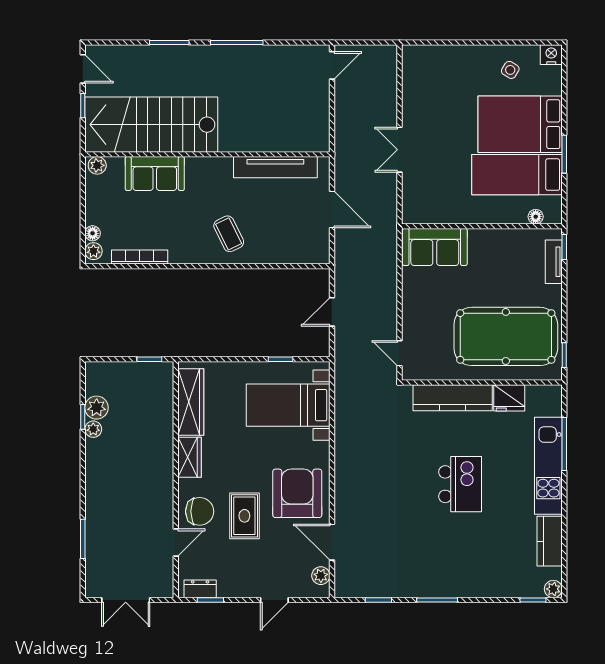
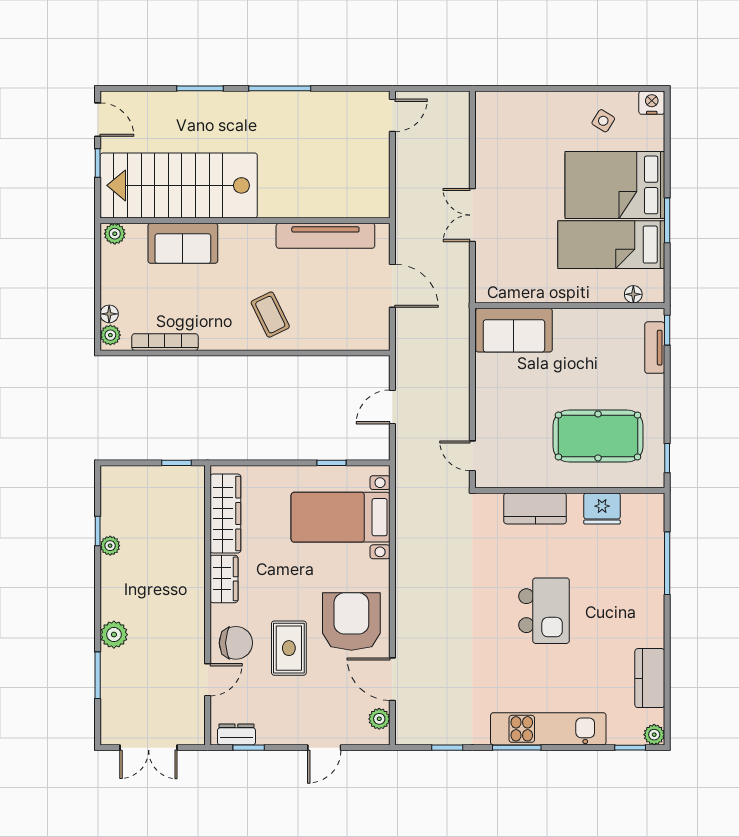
pool table: (506, 336) -> (598, 436), width x0.73, depth x0.76
kitchen counter: (453, 398) -> (535, 508), width x0.67
plant: (97, 408) -> (114, 635), moved
kitchen unit: (548, 466) -> (548, 729), moved, turned 90

